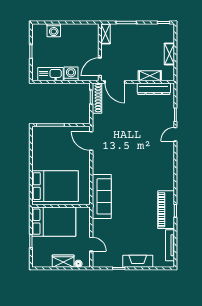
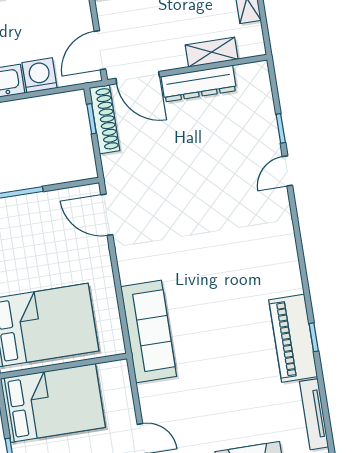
dresser: (154, 89) -> (199, 84), moved

